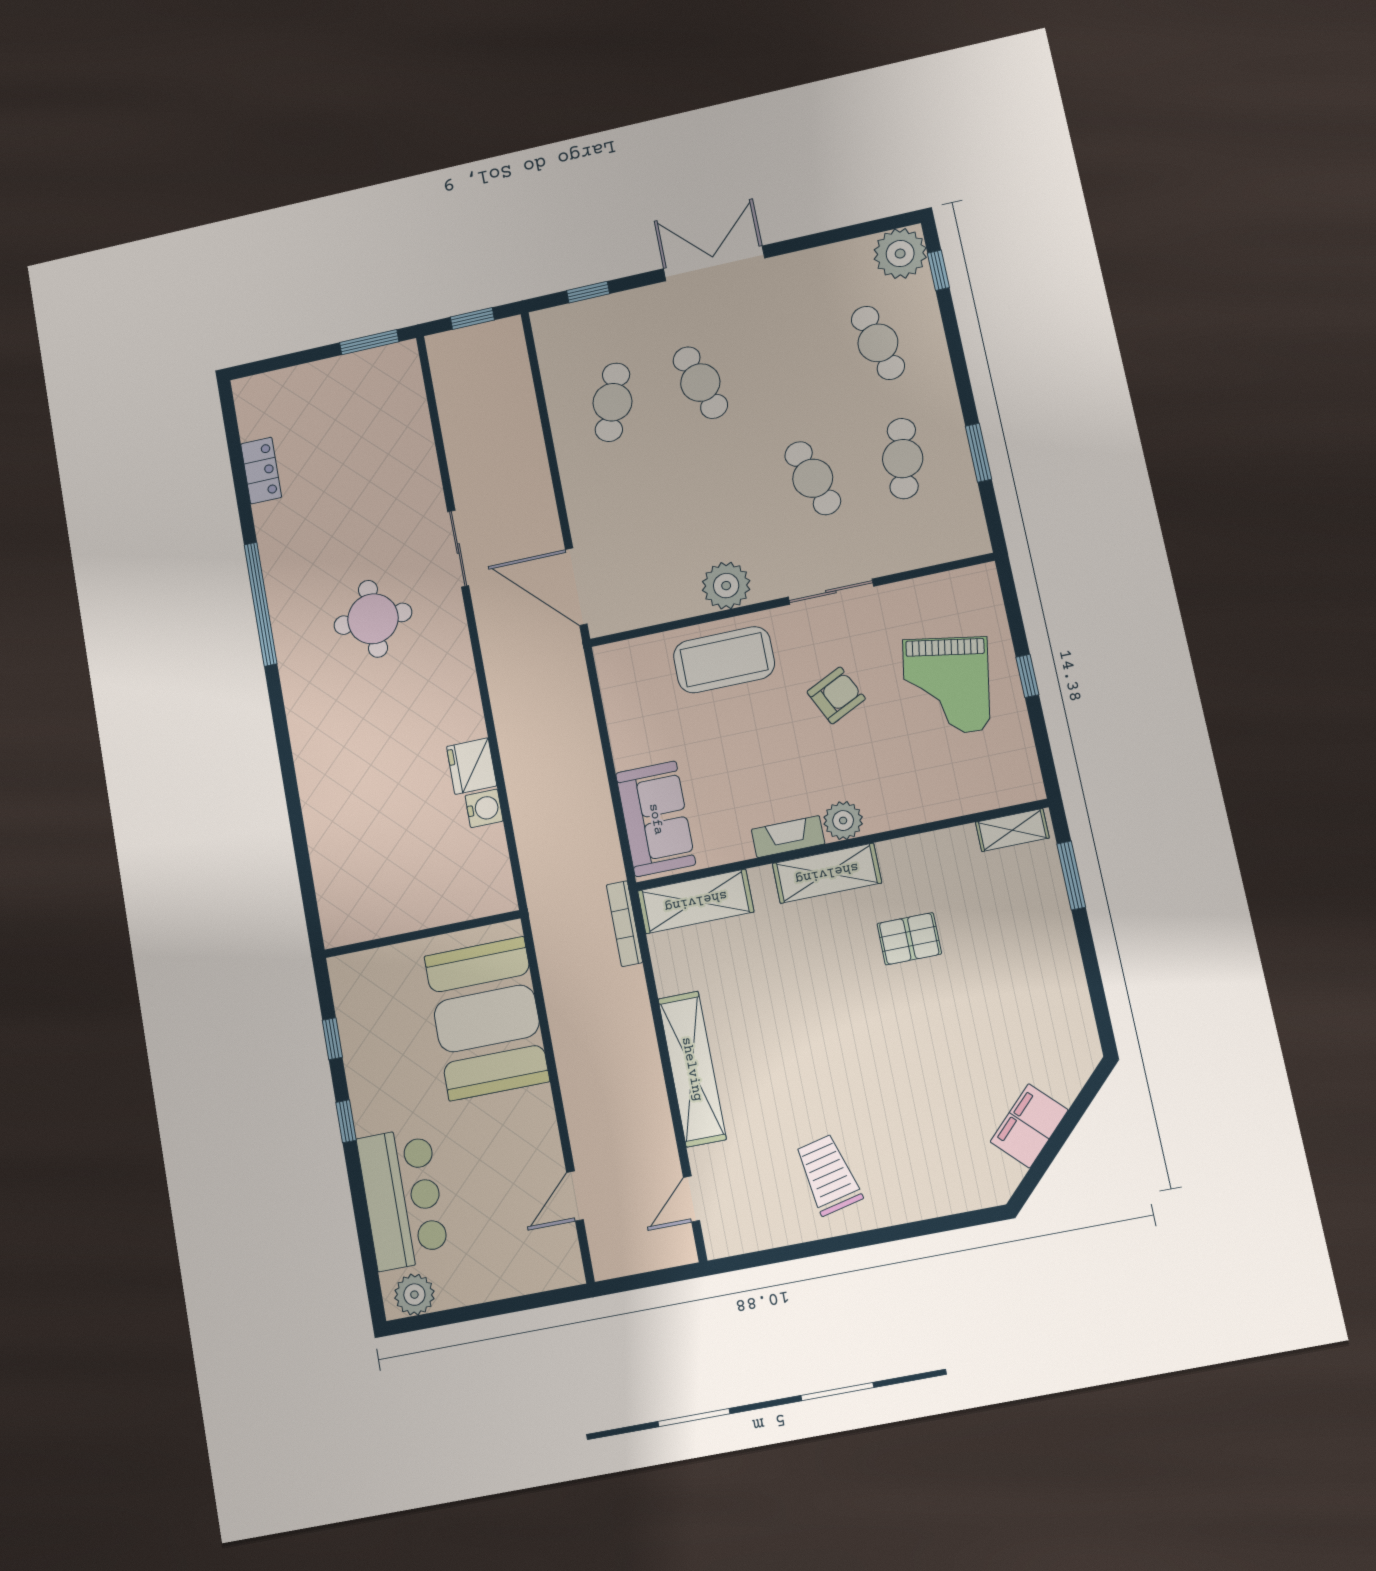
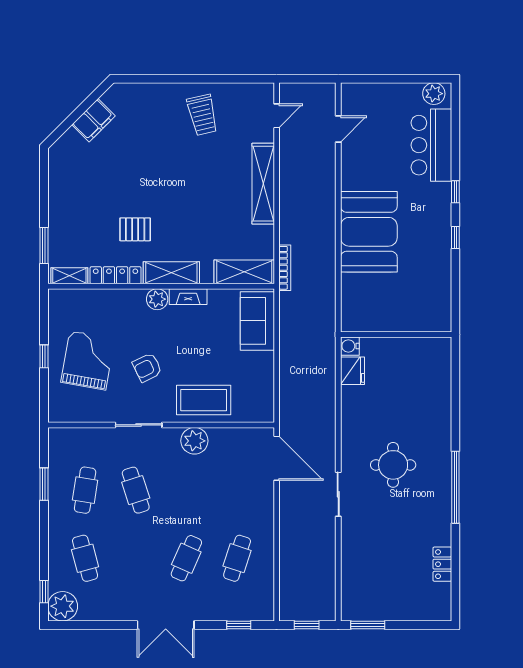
cafe table: (700, 383) -> (186, 558), turned 42
locker: (928, 848) -> (116, 275), added
wall: (422, 934) -> (396, 334), moved

